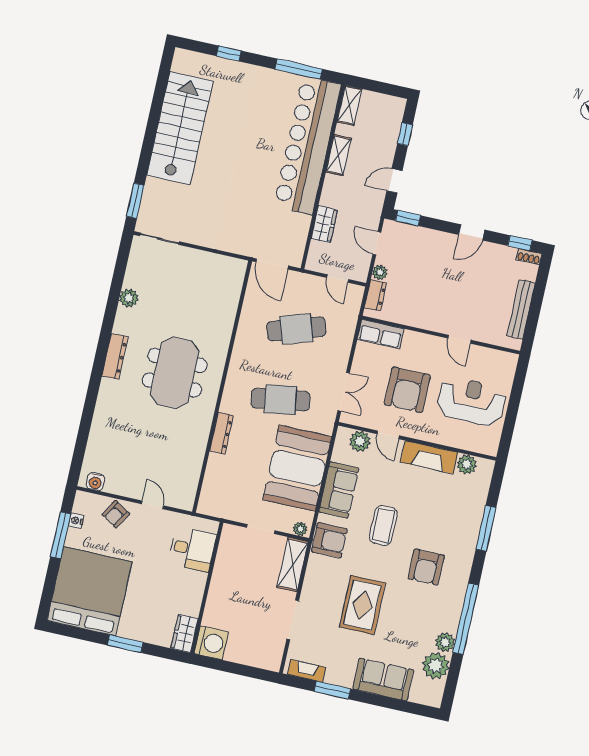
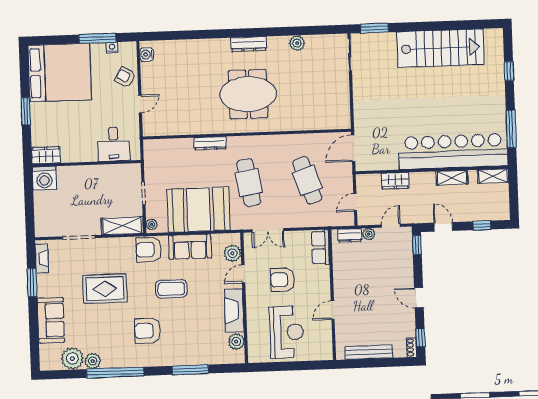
armchair: (407, 390) -> (282, 280), width x0.73, depth x0.73
armchair: (329, 540) -> (149, 250), turned 90

